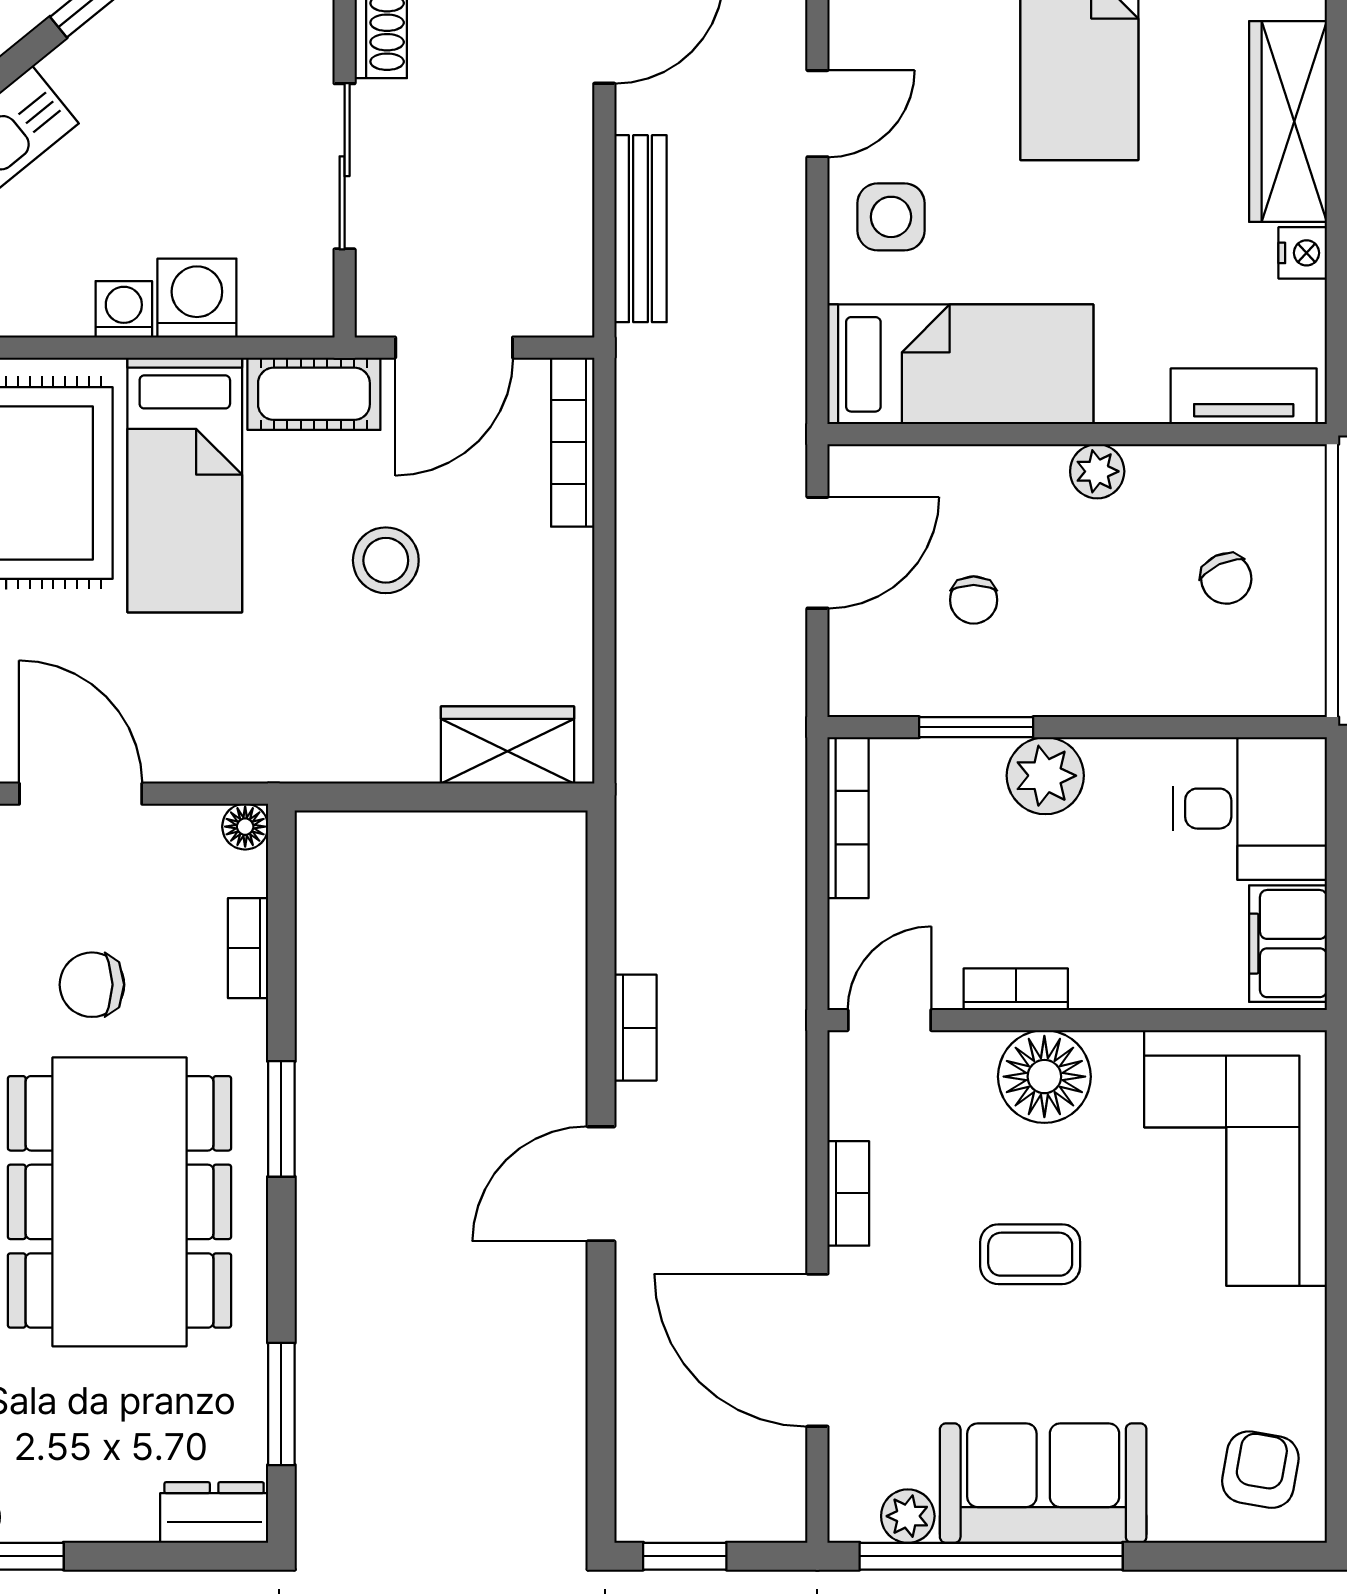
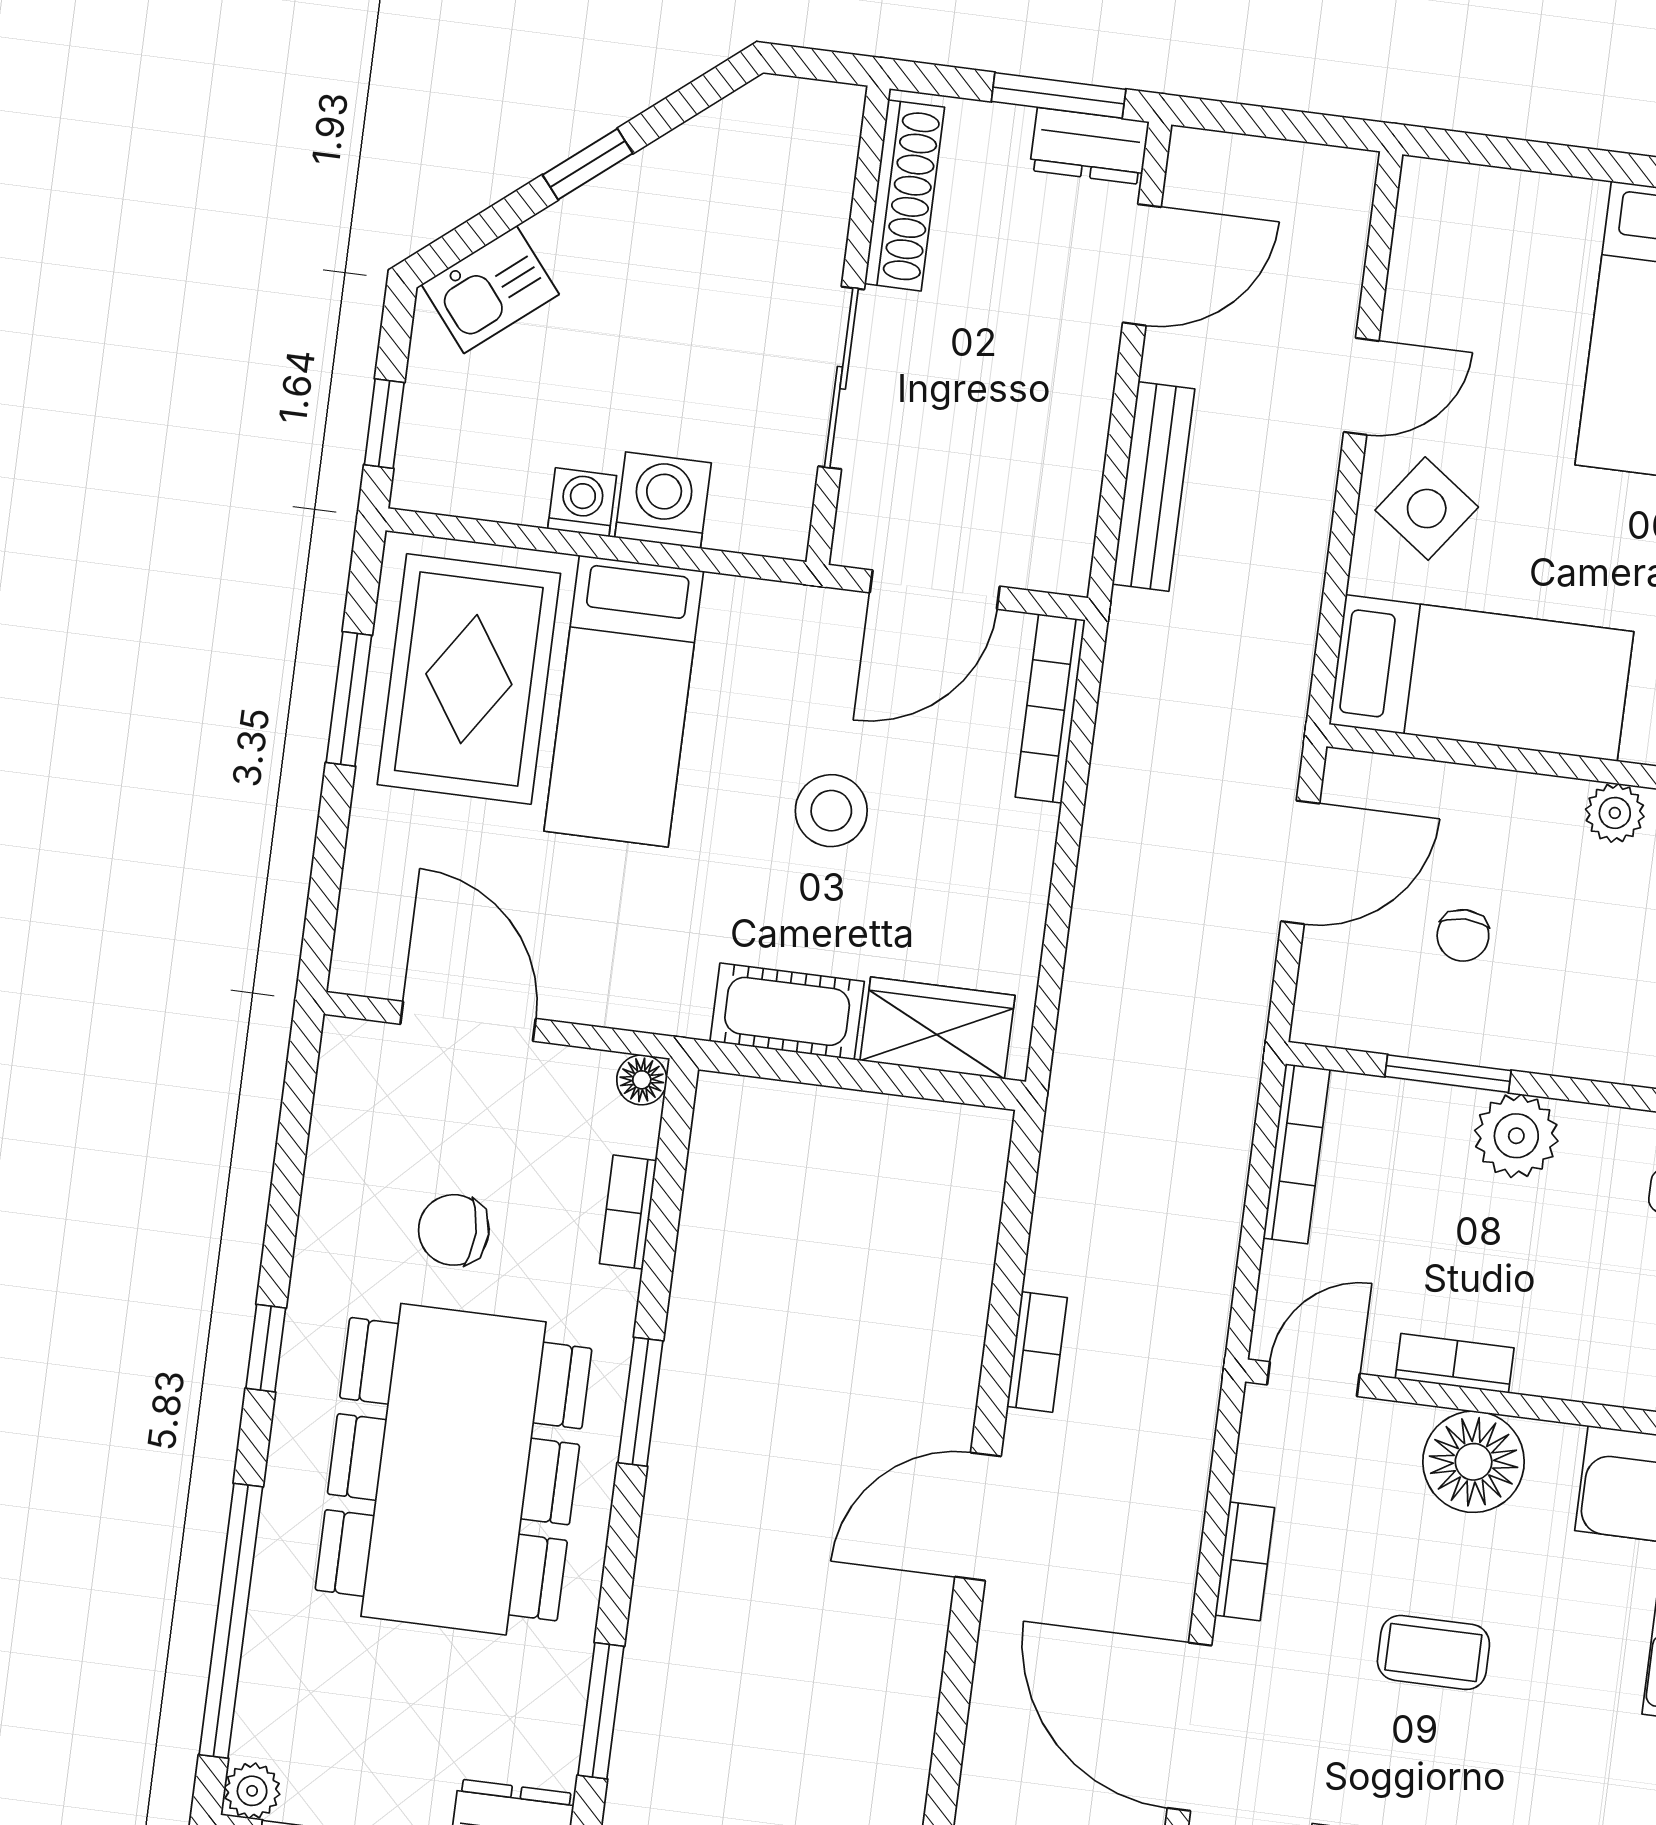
side table: (891, 217) -> (1427, 509), turned 36
cot: (314, 394) -> (787, 1011), moved

